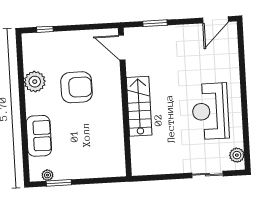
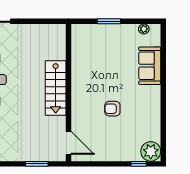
plant: (35, 82) -> (151, 151), moved
armchair: (76, 87) -> (112, 109), width x0.53, depth x0.53
window: (59, 183) -> (109, 21), moved

